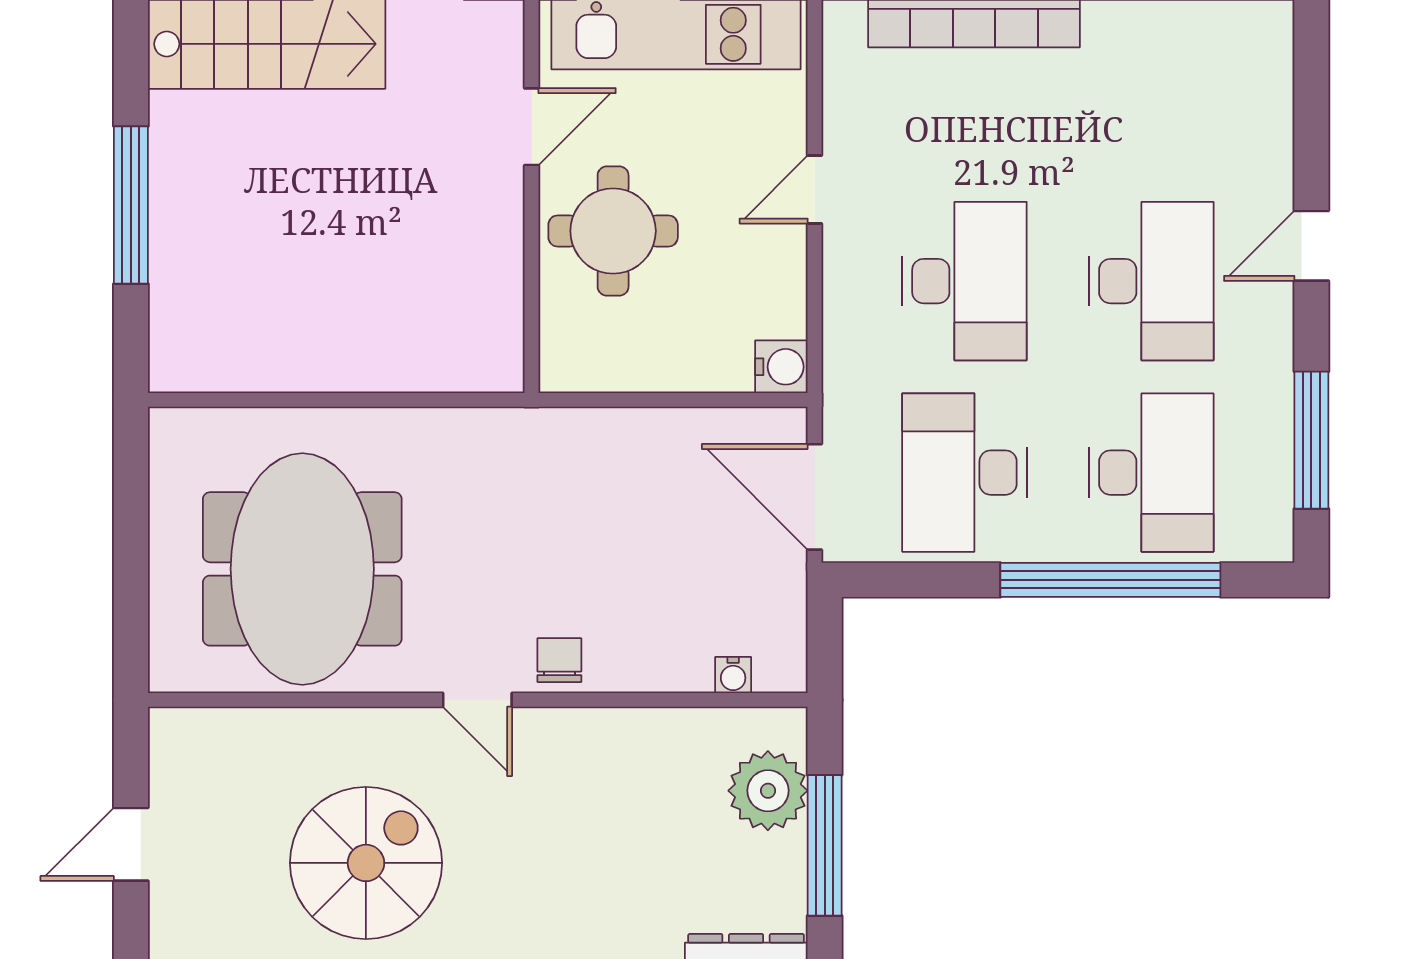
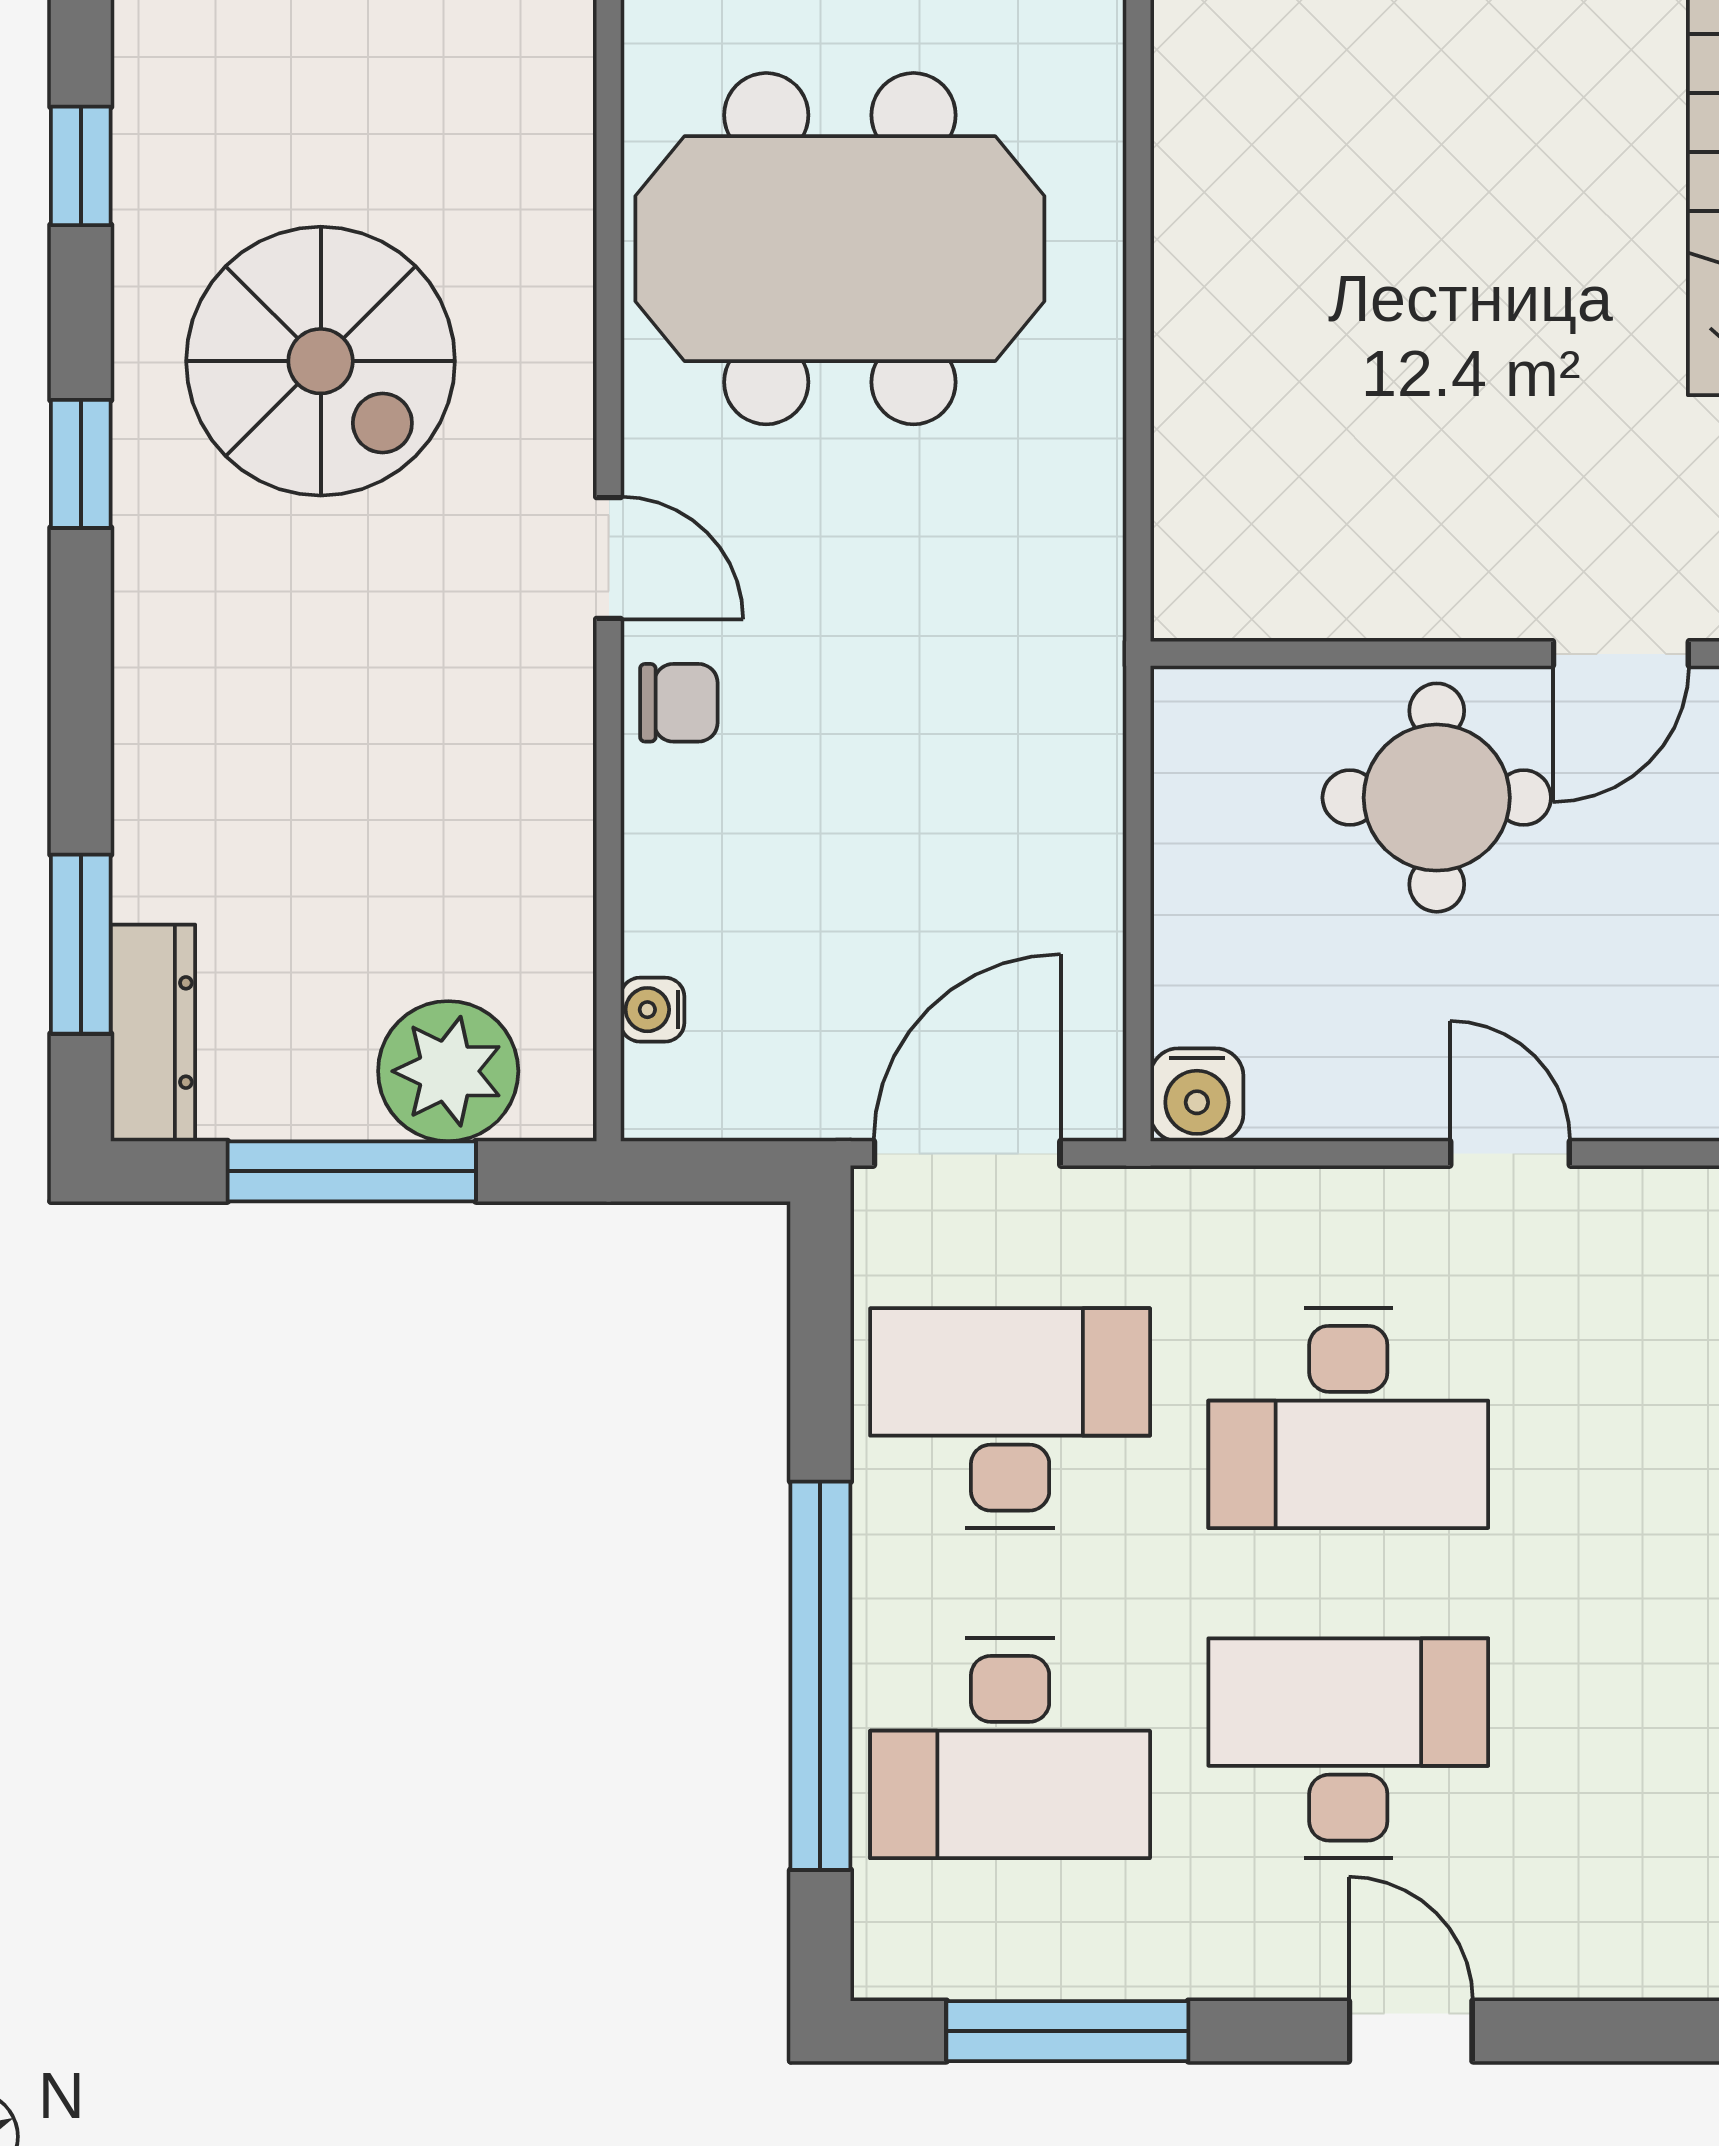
door: (532, 127) -> (1621, 654), hinge flipped
desk: (1151, 281) -> (1348, 1748), turned 180
door: (477, 700) -> (609, 558), swing flipped

